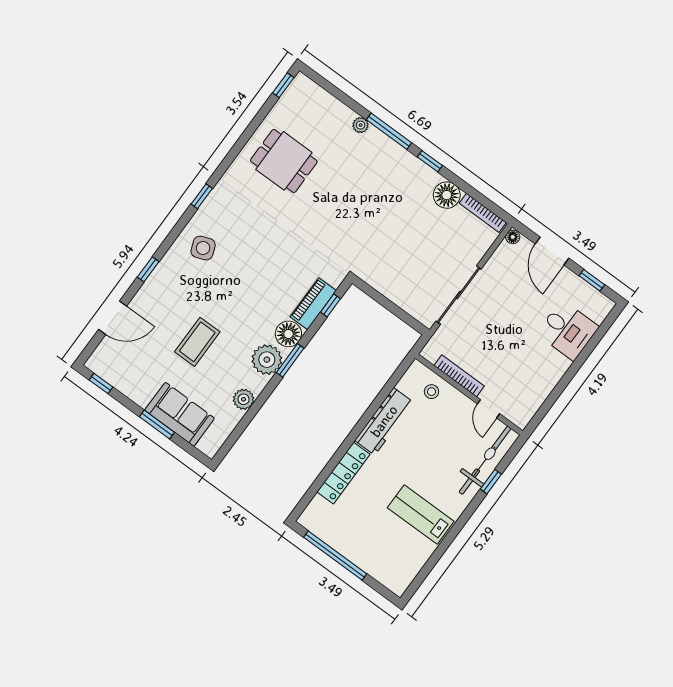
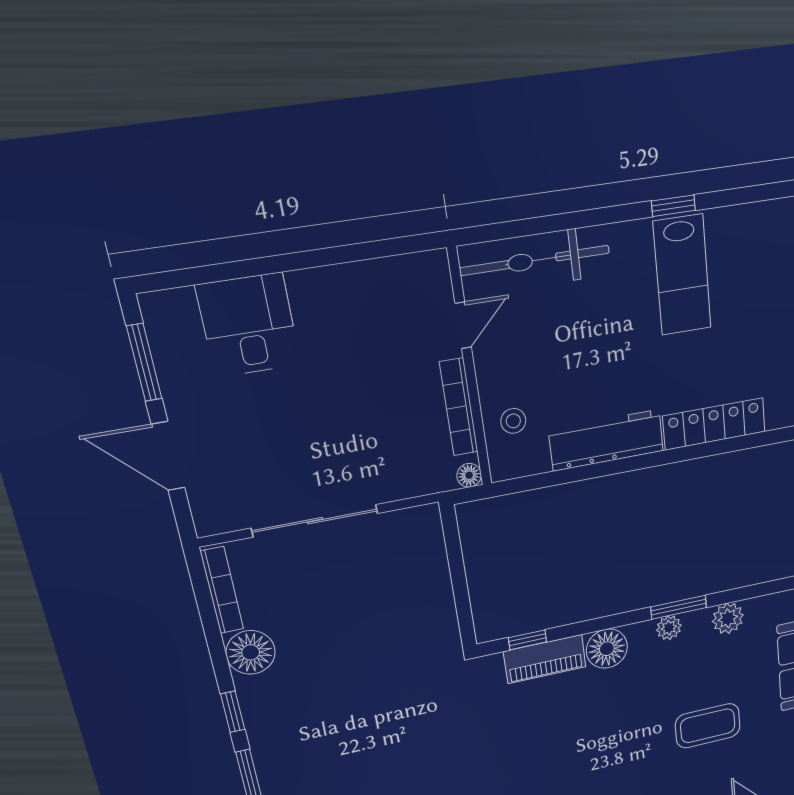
floor lamp: (513, 237) -> (469, 475), moved
door: (552, 251) -> (168, 456), swing flipped
window: (592, 280) -> (144, 363), width x1.50
sliding door: (458, 295) -> (315, 521), moved
plant: (267, 360) -> (669, 628), width x0.53, depth x0.53
window: (290, 360) -> (679, 607), moved
window: (491, 482) -> (673, 206), moved

